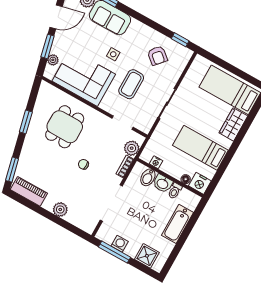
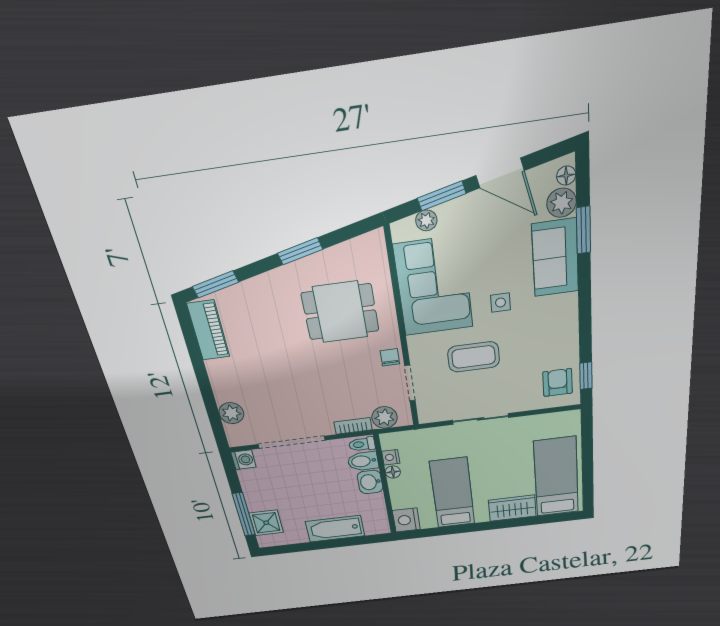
armchair: (157, 56) -> (558, 383), moved, turned 139
chair: (83, 164) -> (390, 357), moved
floor lamp: (186, 179) -> (393, 472), moved
toilet: (175, 191) -> (362, 444), moved
plant: (60, 210) -> (231, 413), moved
washing machine: (120, 244) -> (244, 460), moved
window: (114, 252) -> (244, 514), moved

